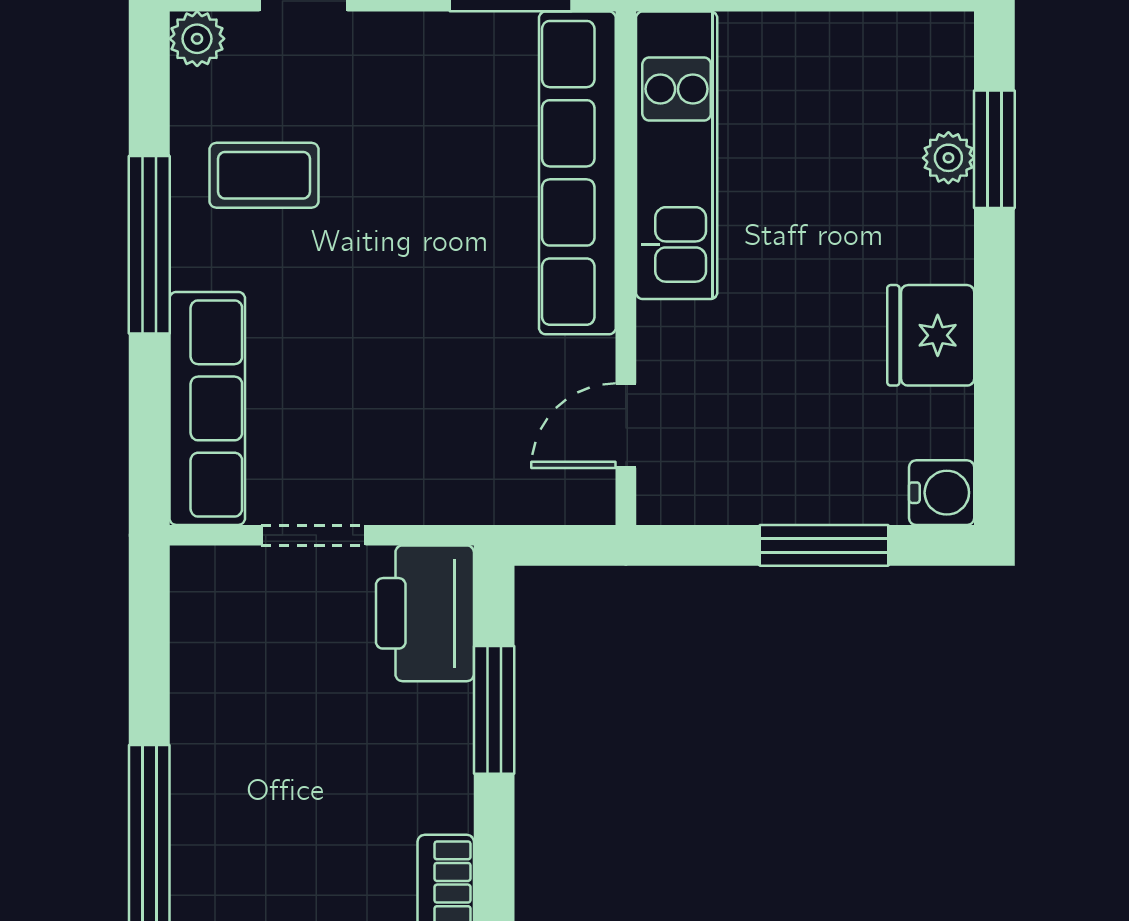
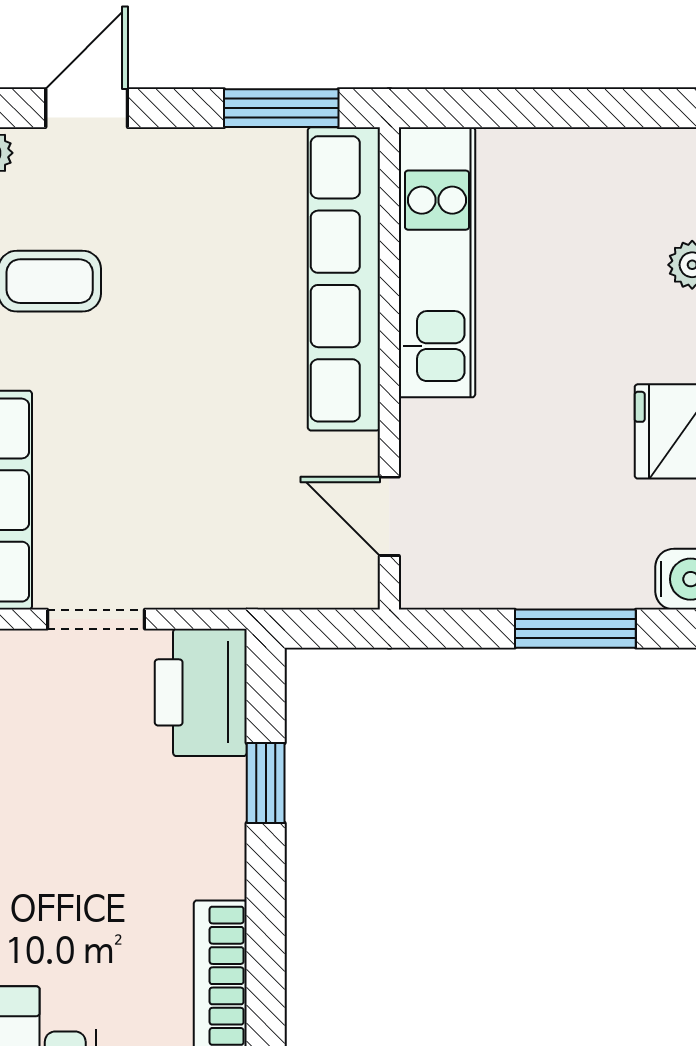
door: (626, 426) -> (389, 516), hinge flipped
window: (494, 710) -> (266, 783), width x0.67

